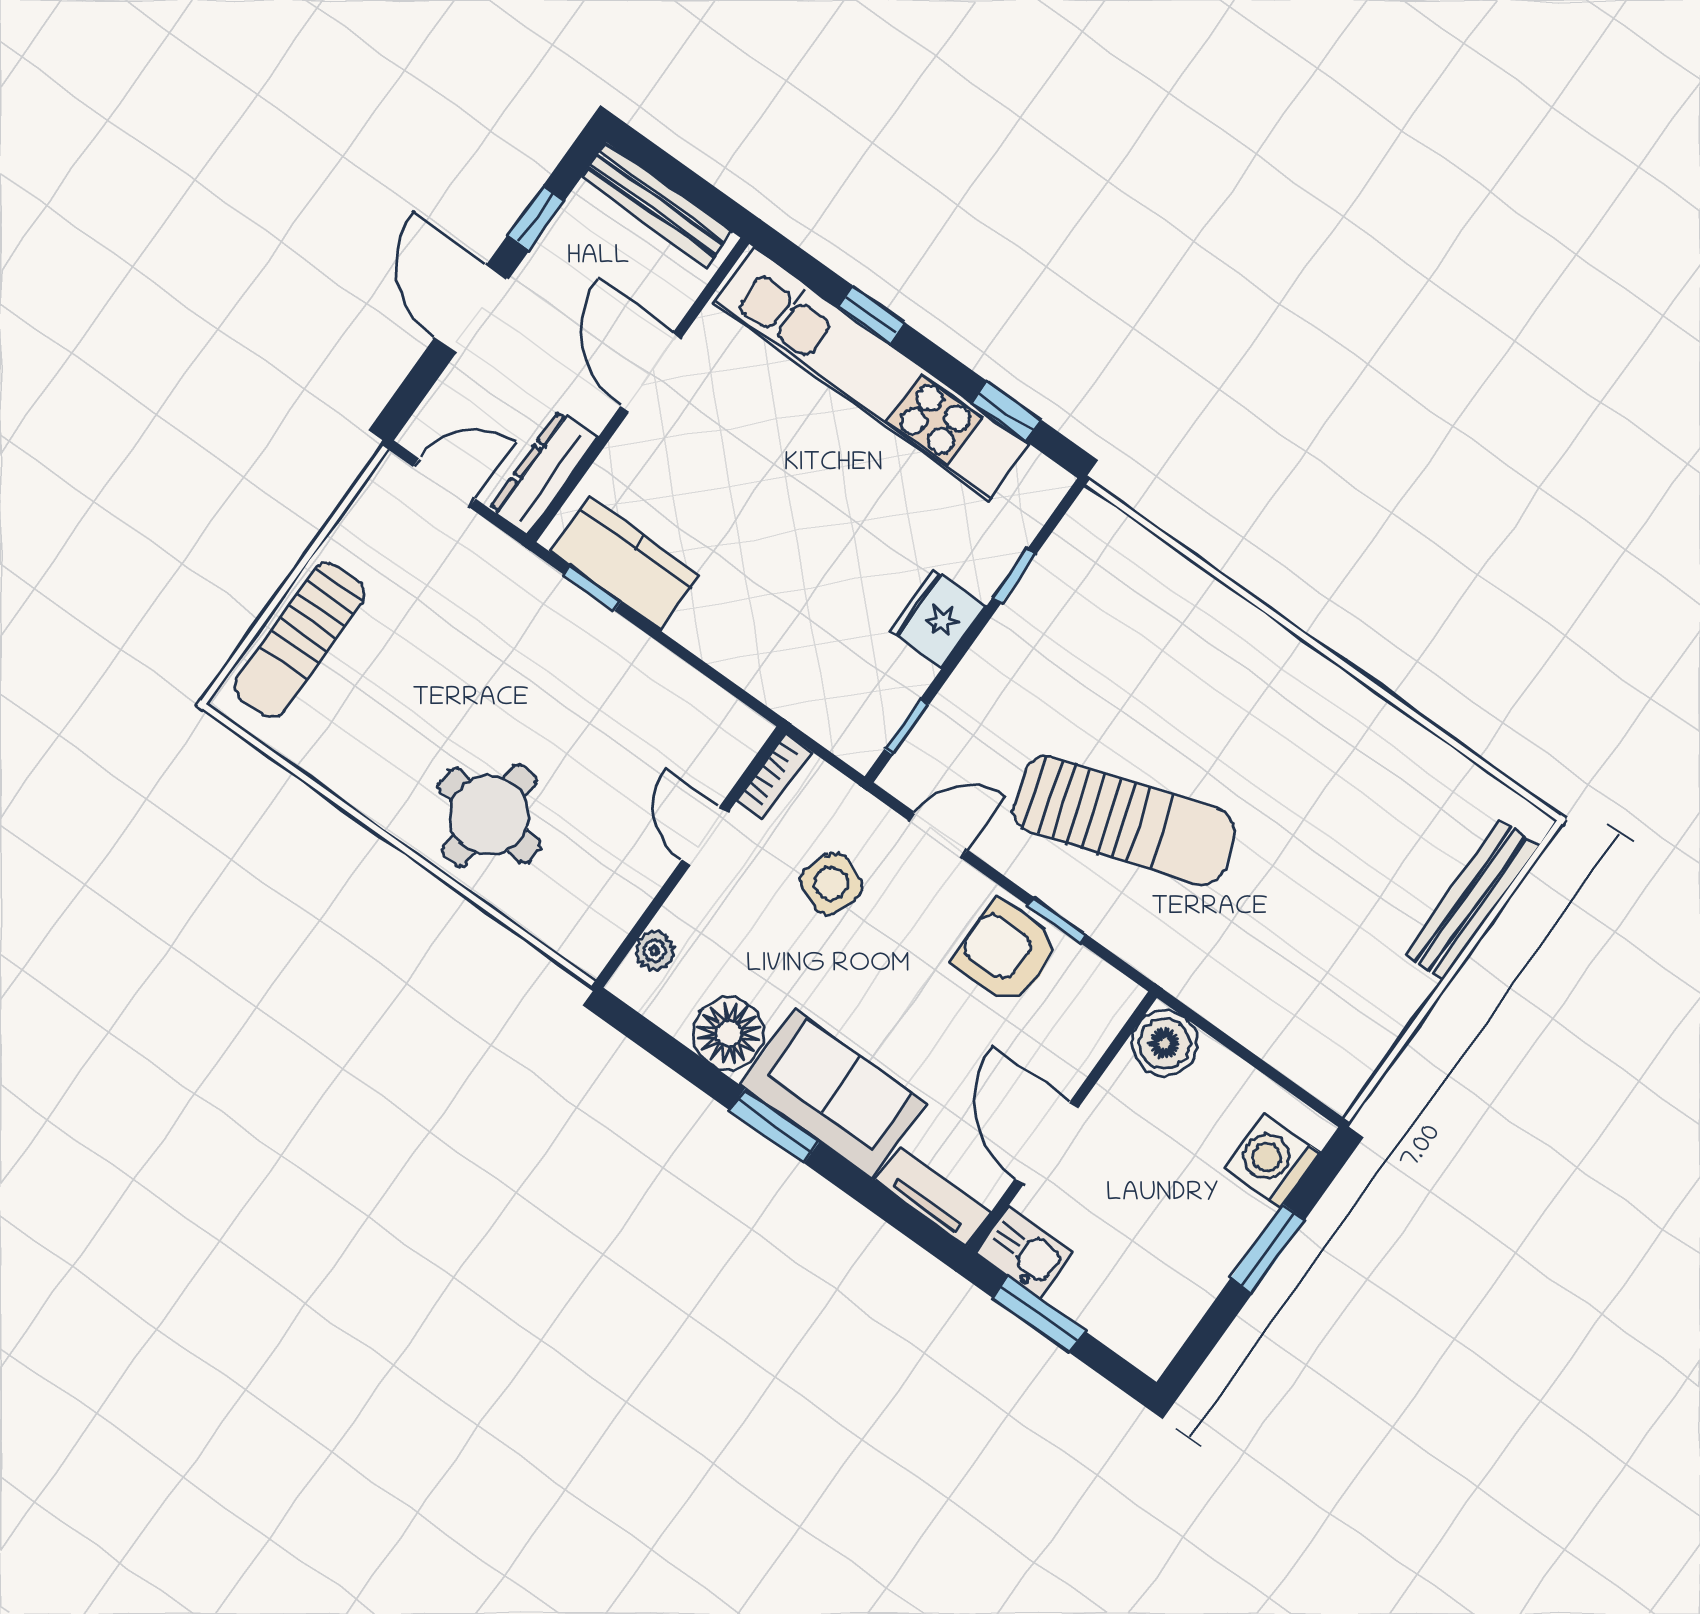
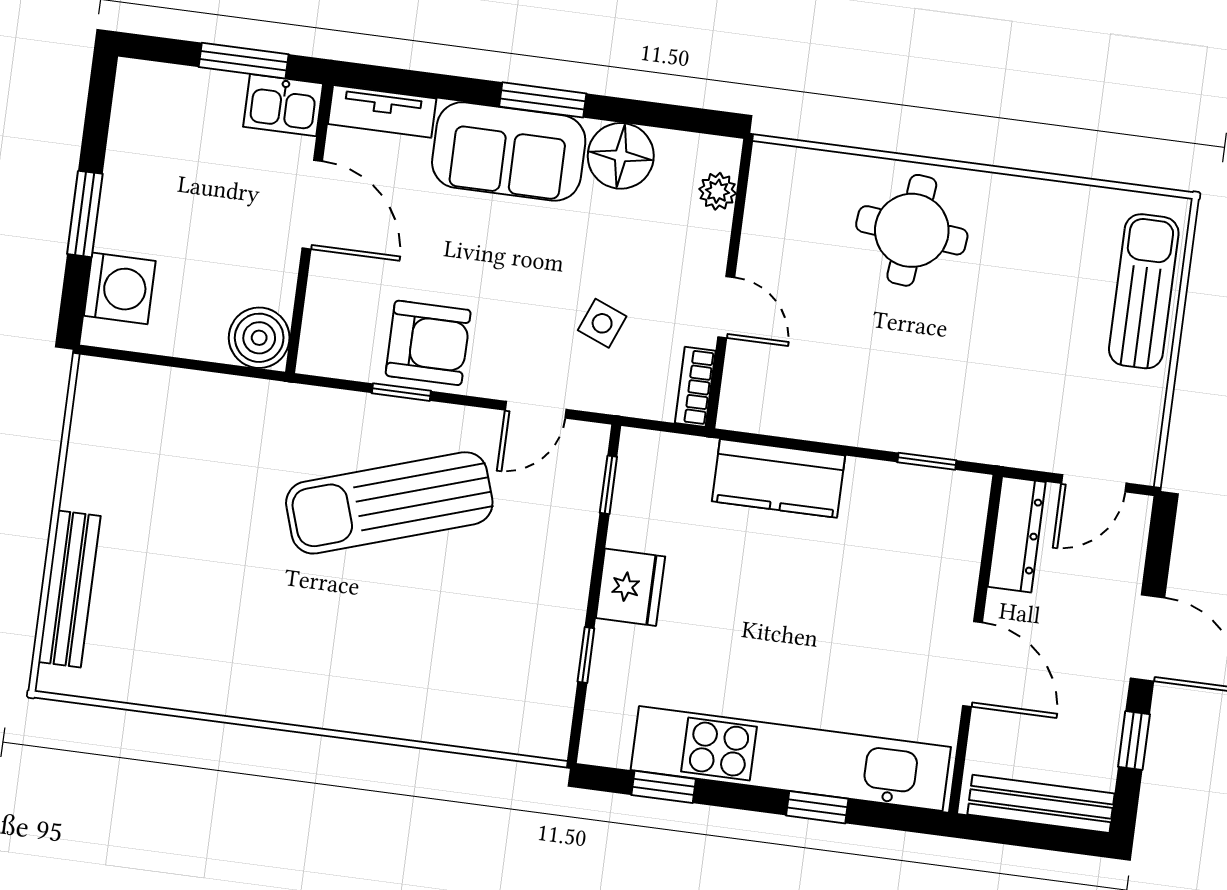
kitchen counter: (625, 563) -> (779, 478), moved
side table: (831, 884) -> (602, 323), width x0.73, depth x0.73

